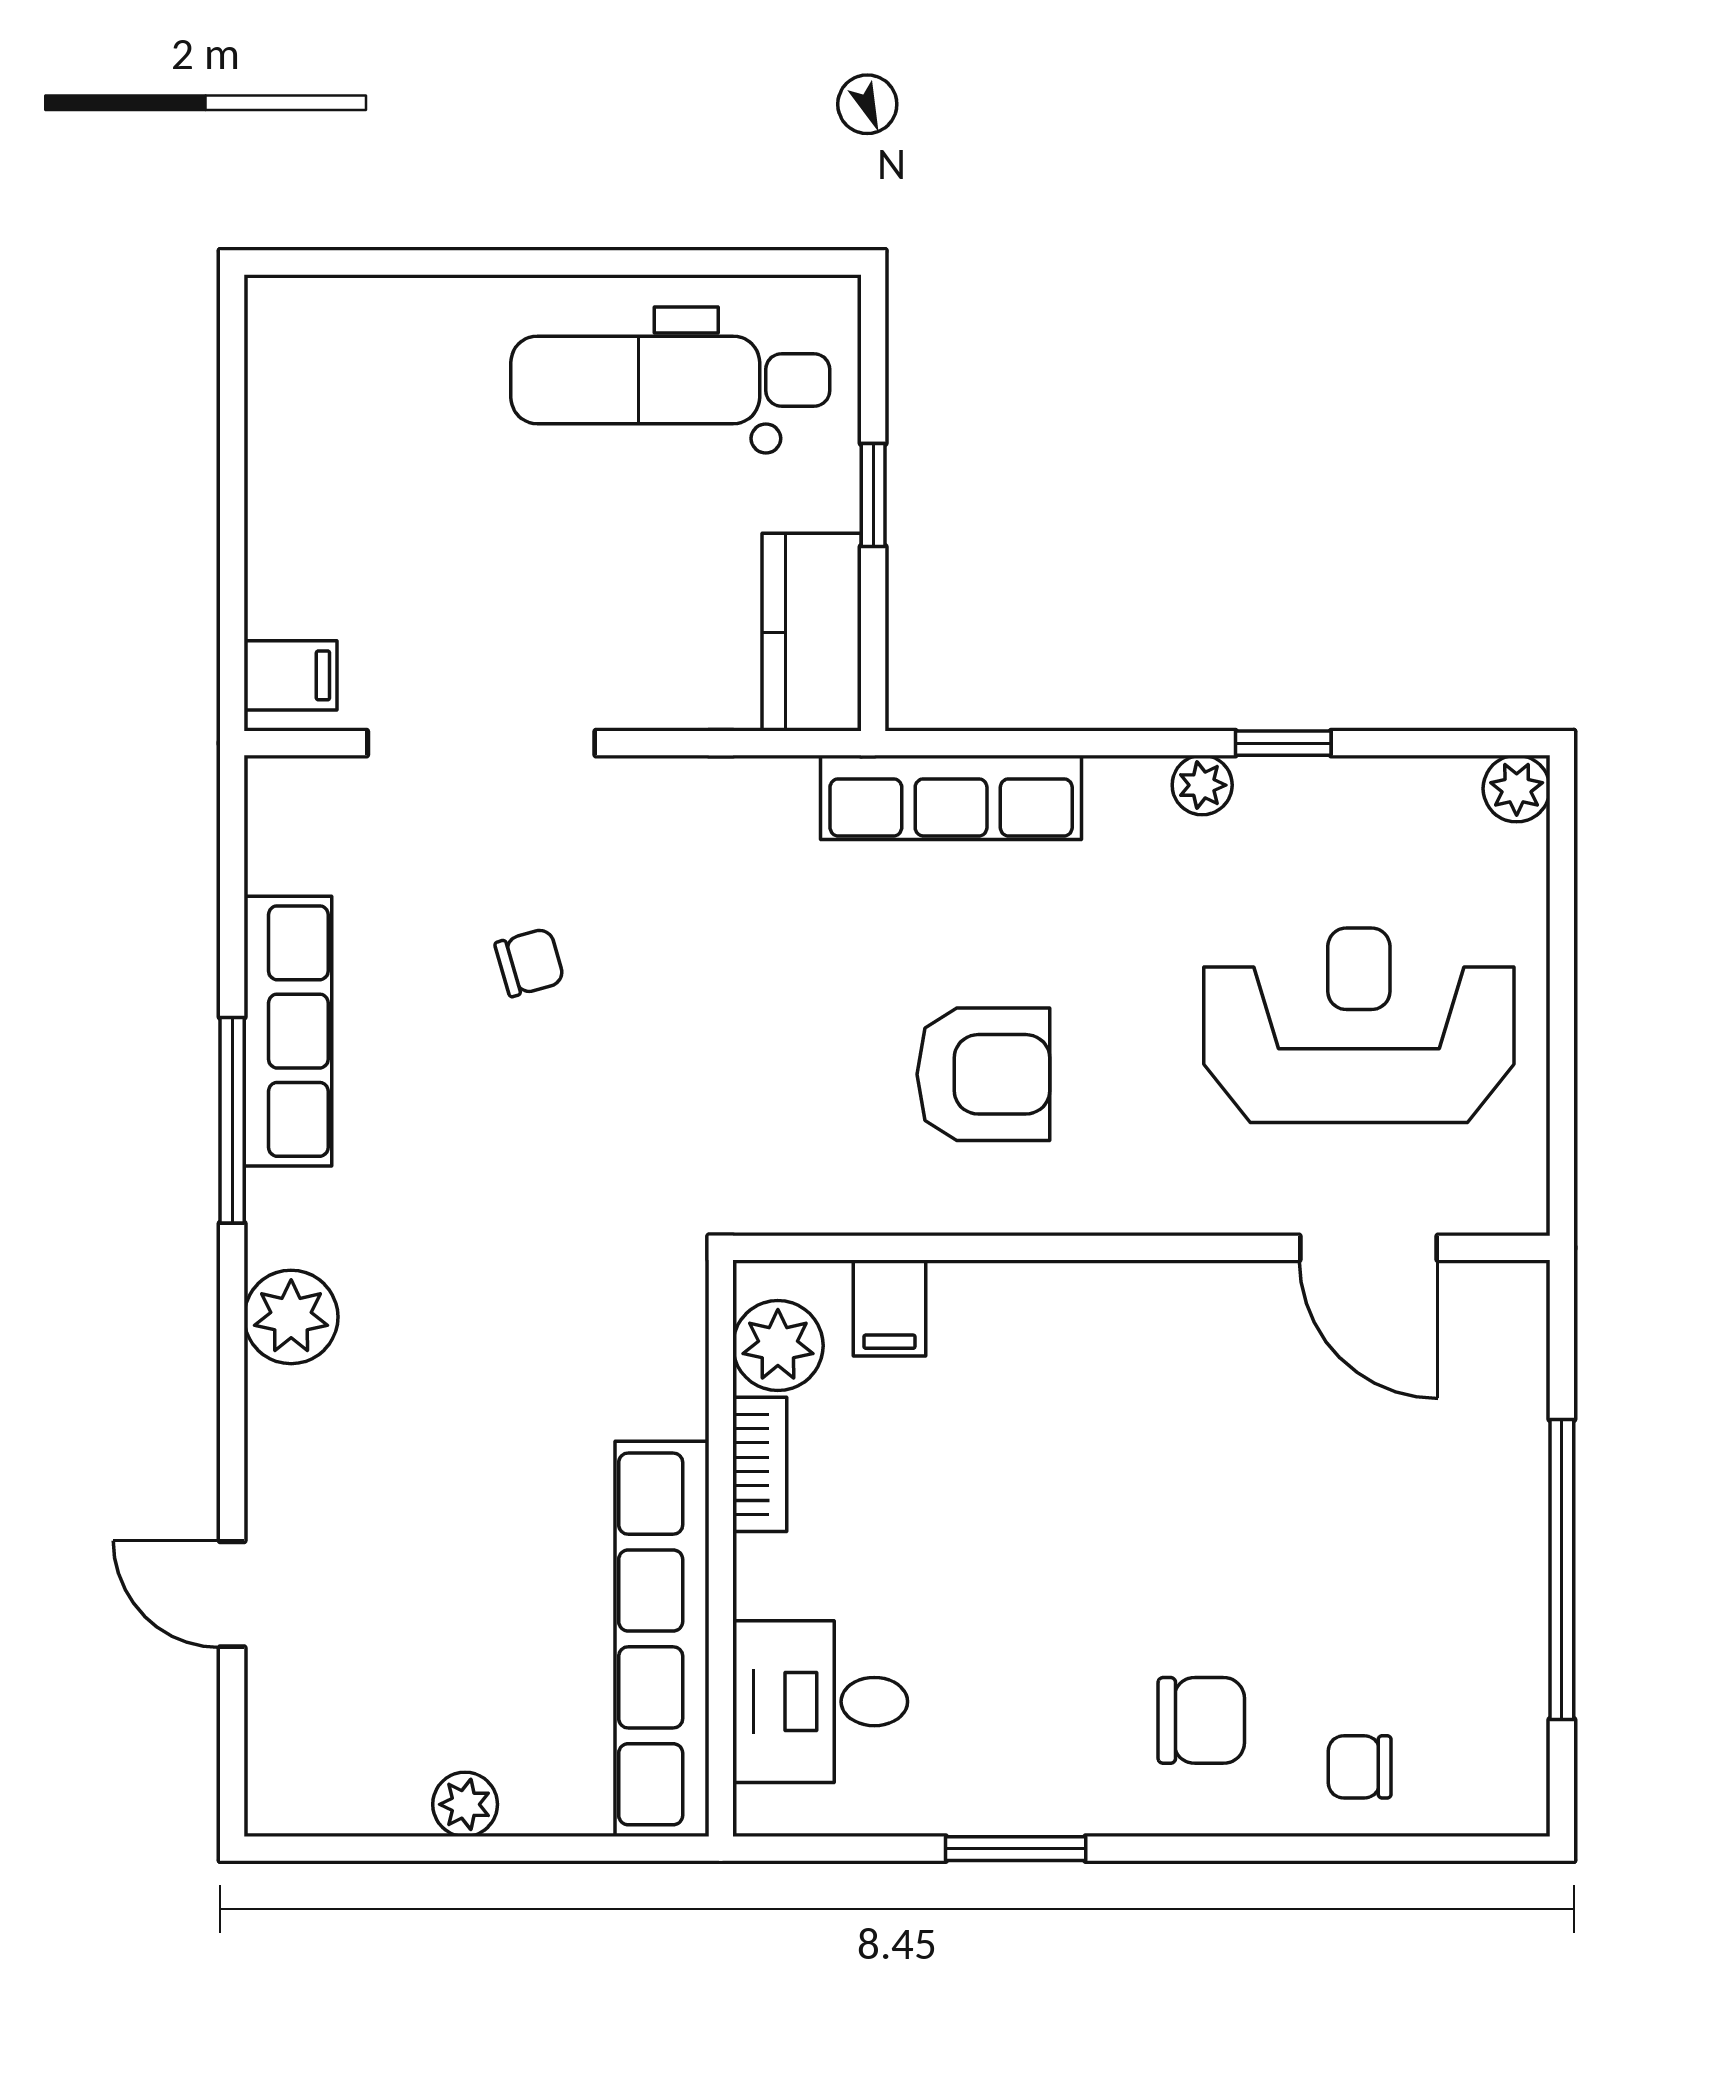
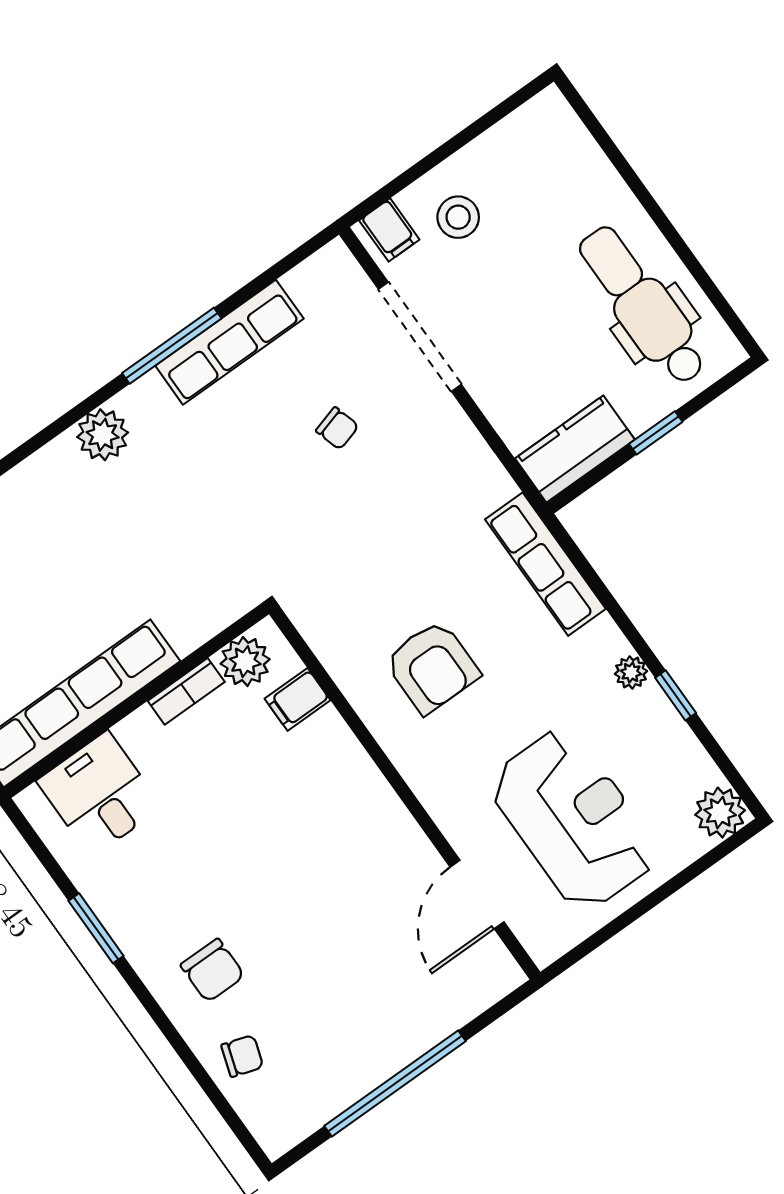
stool: (344, 560) -> (458, 217), added
plant: (1517, 789) -> (720, 813), width x1.38, depth x1.38
chair: (1360, 1767) -> (242, 1056), turned 108

